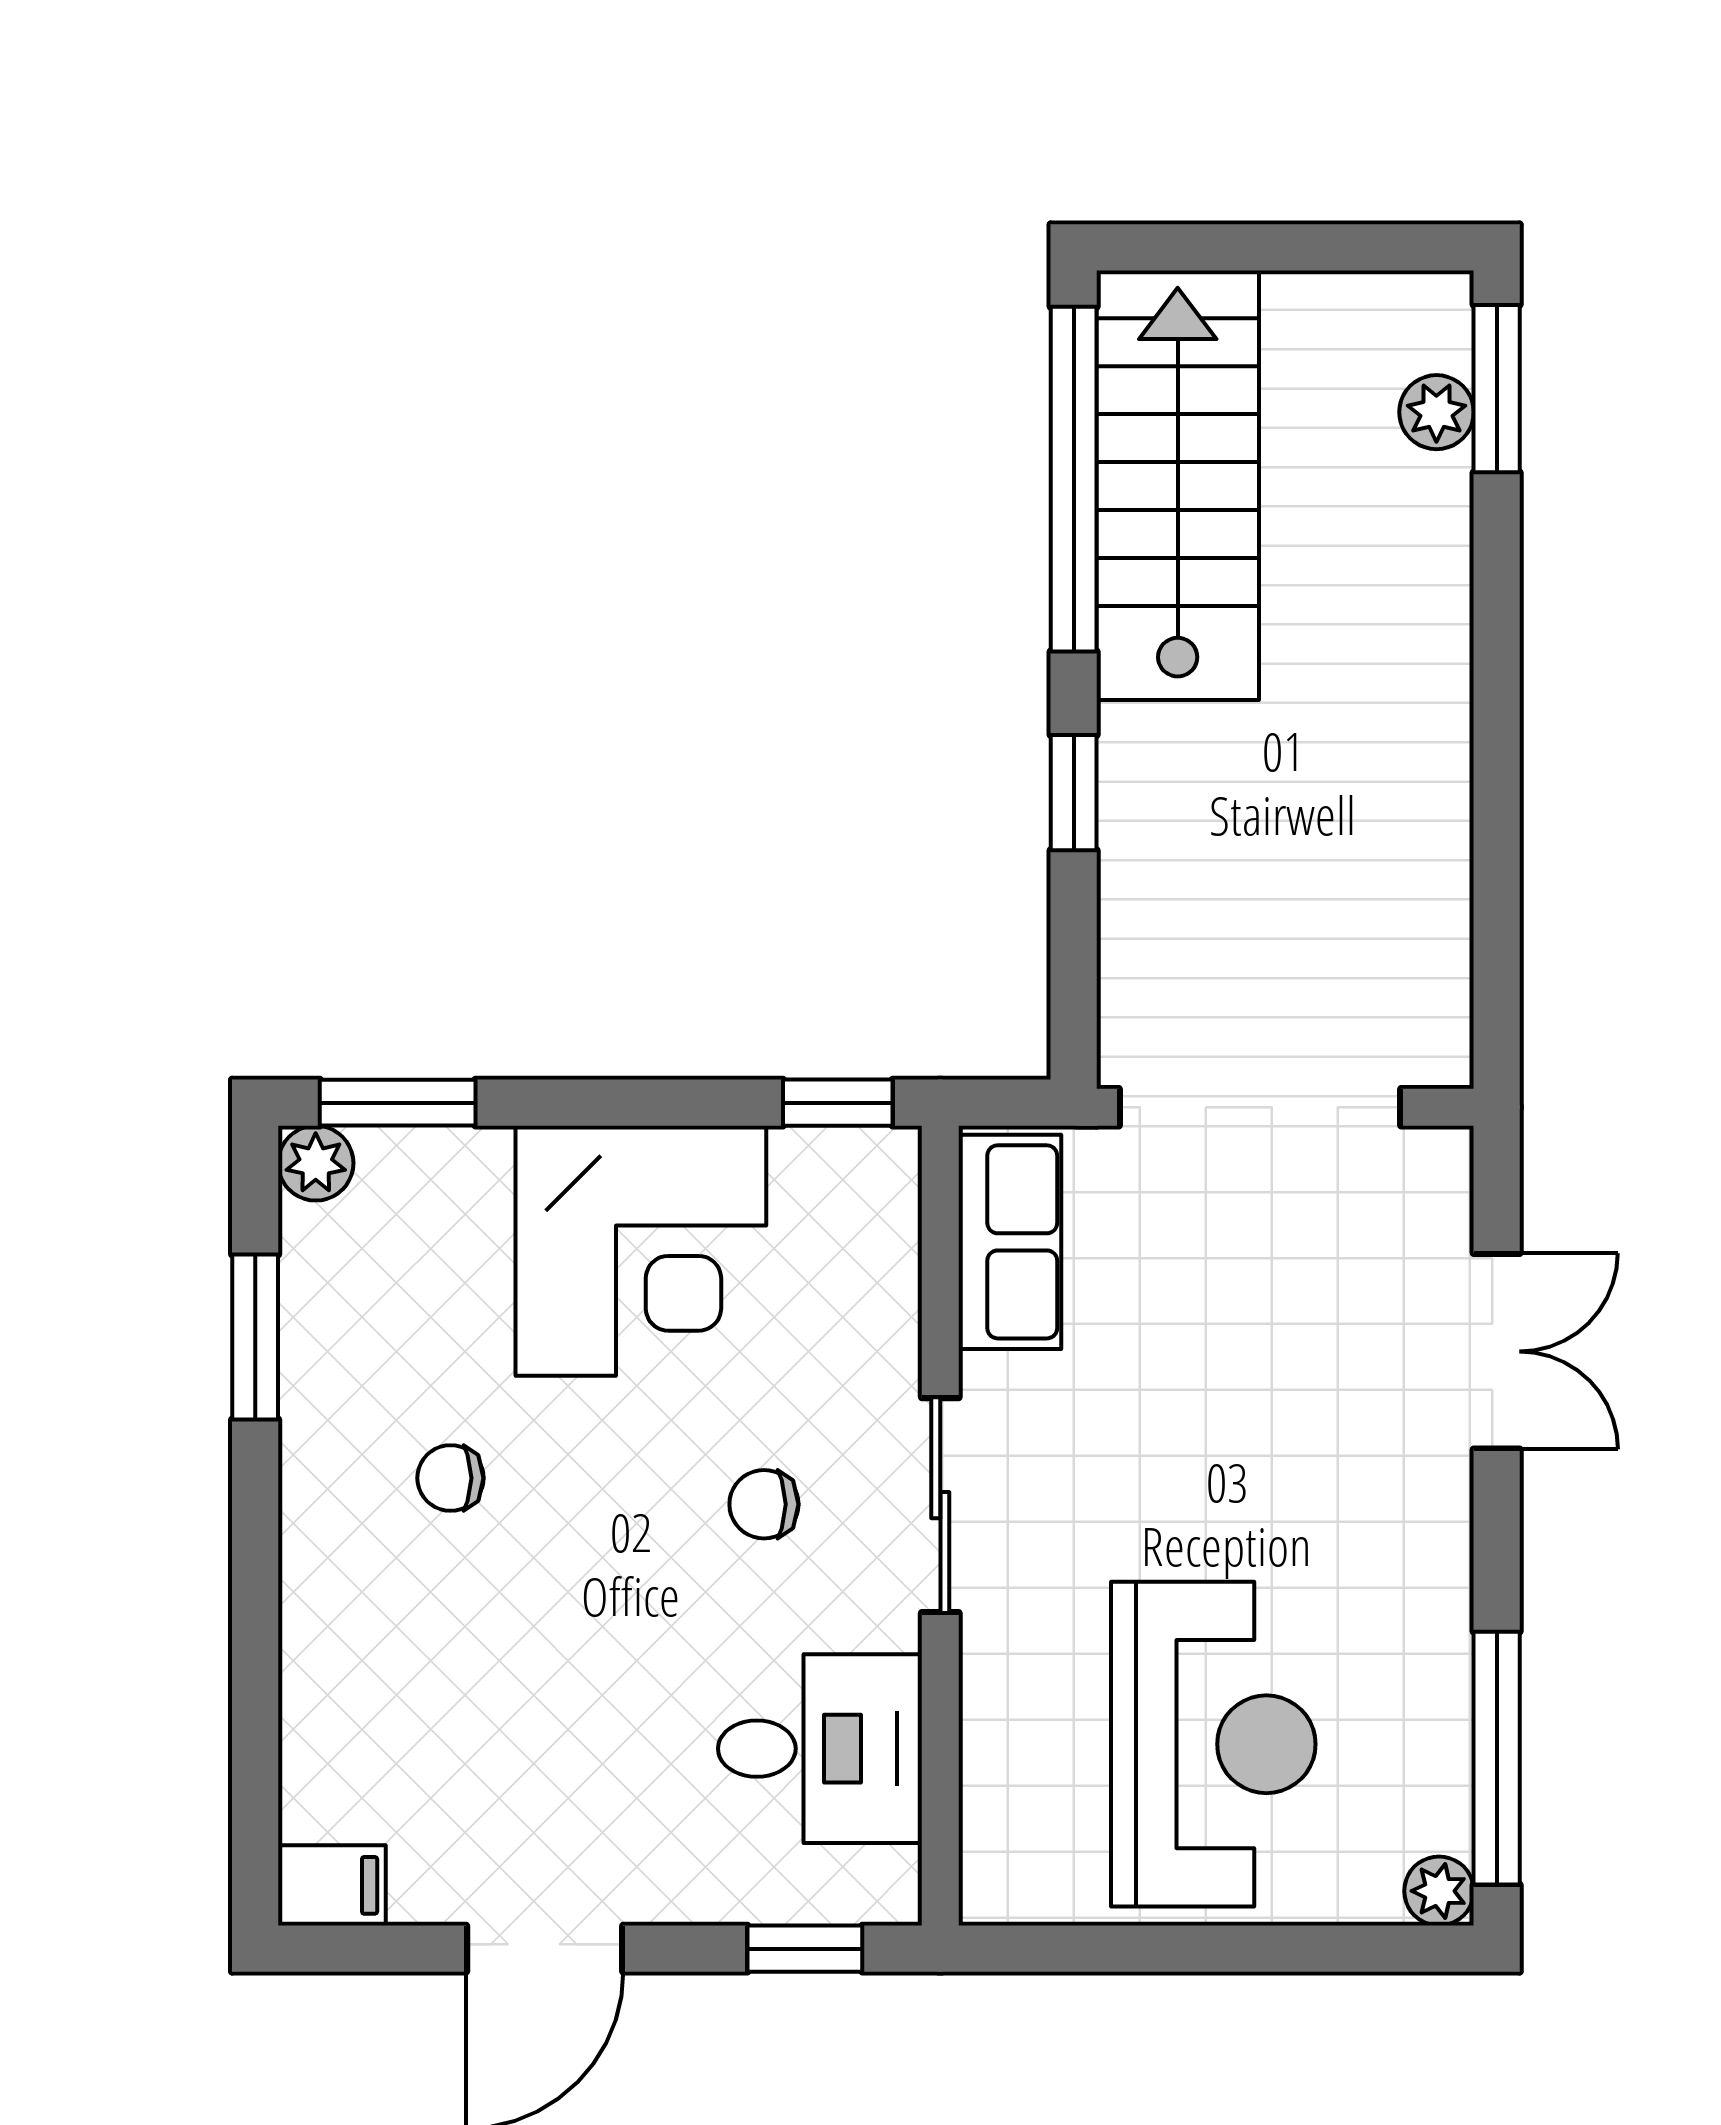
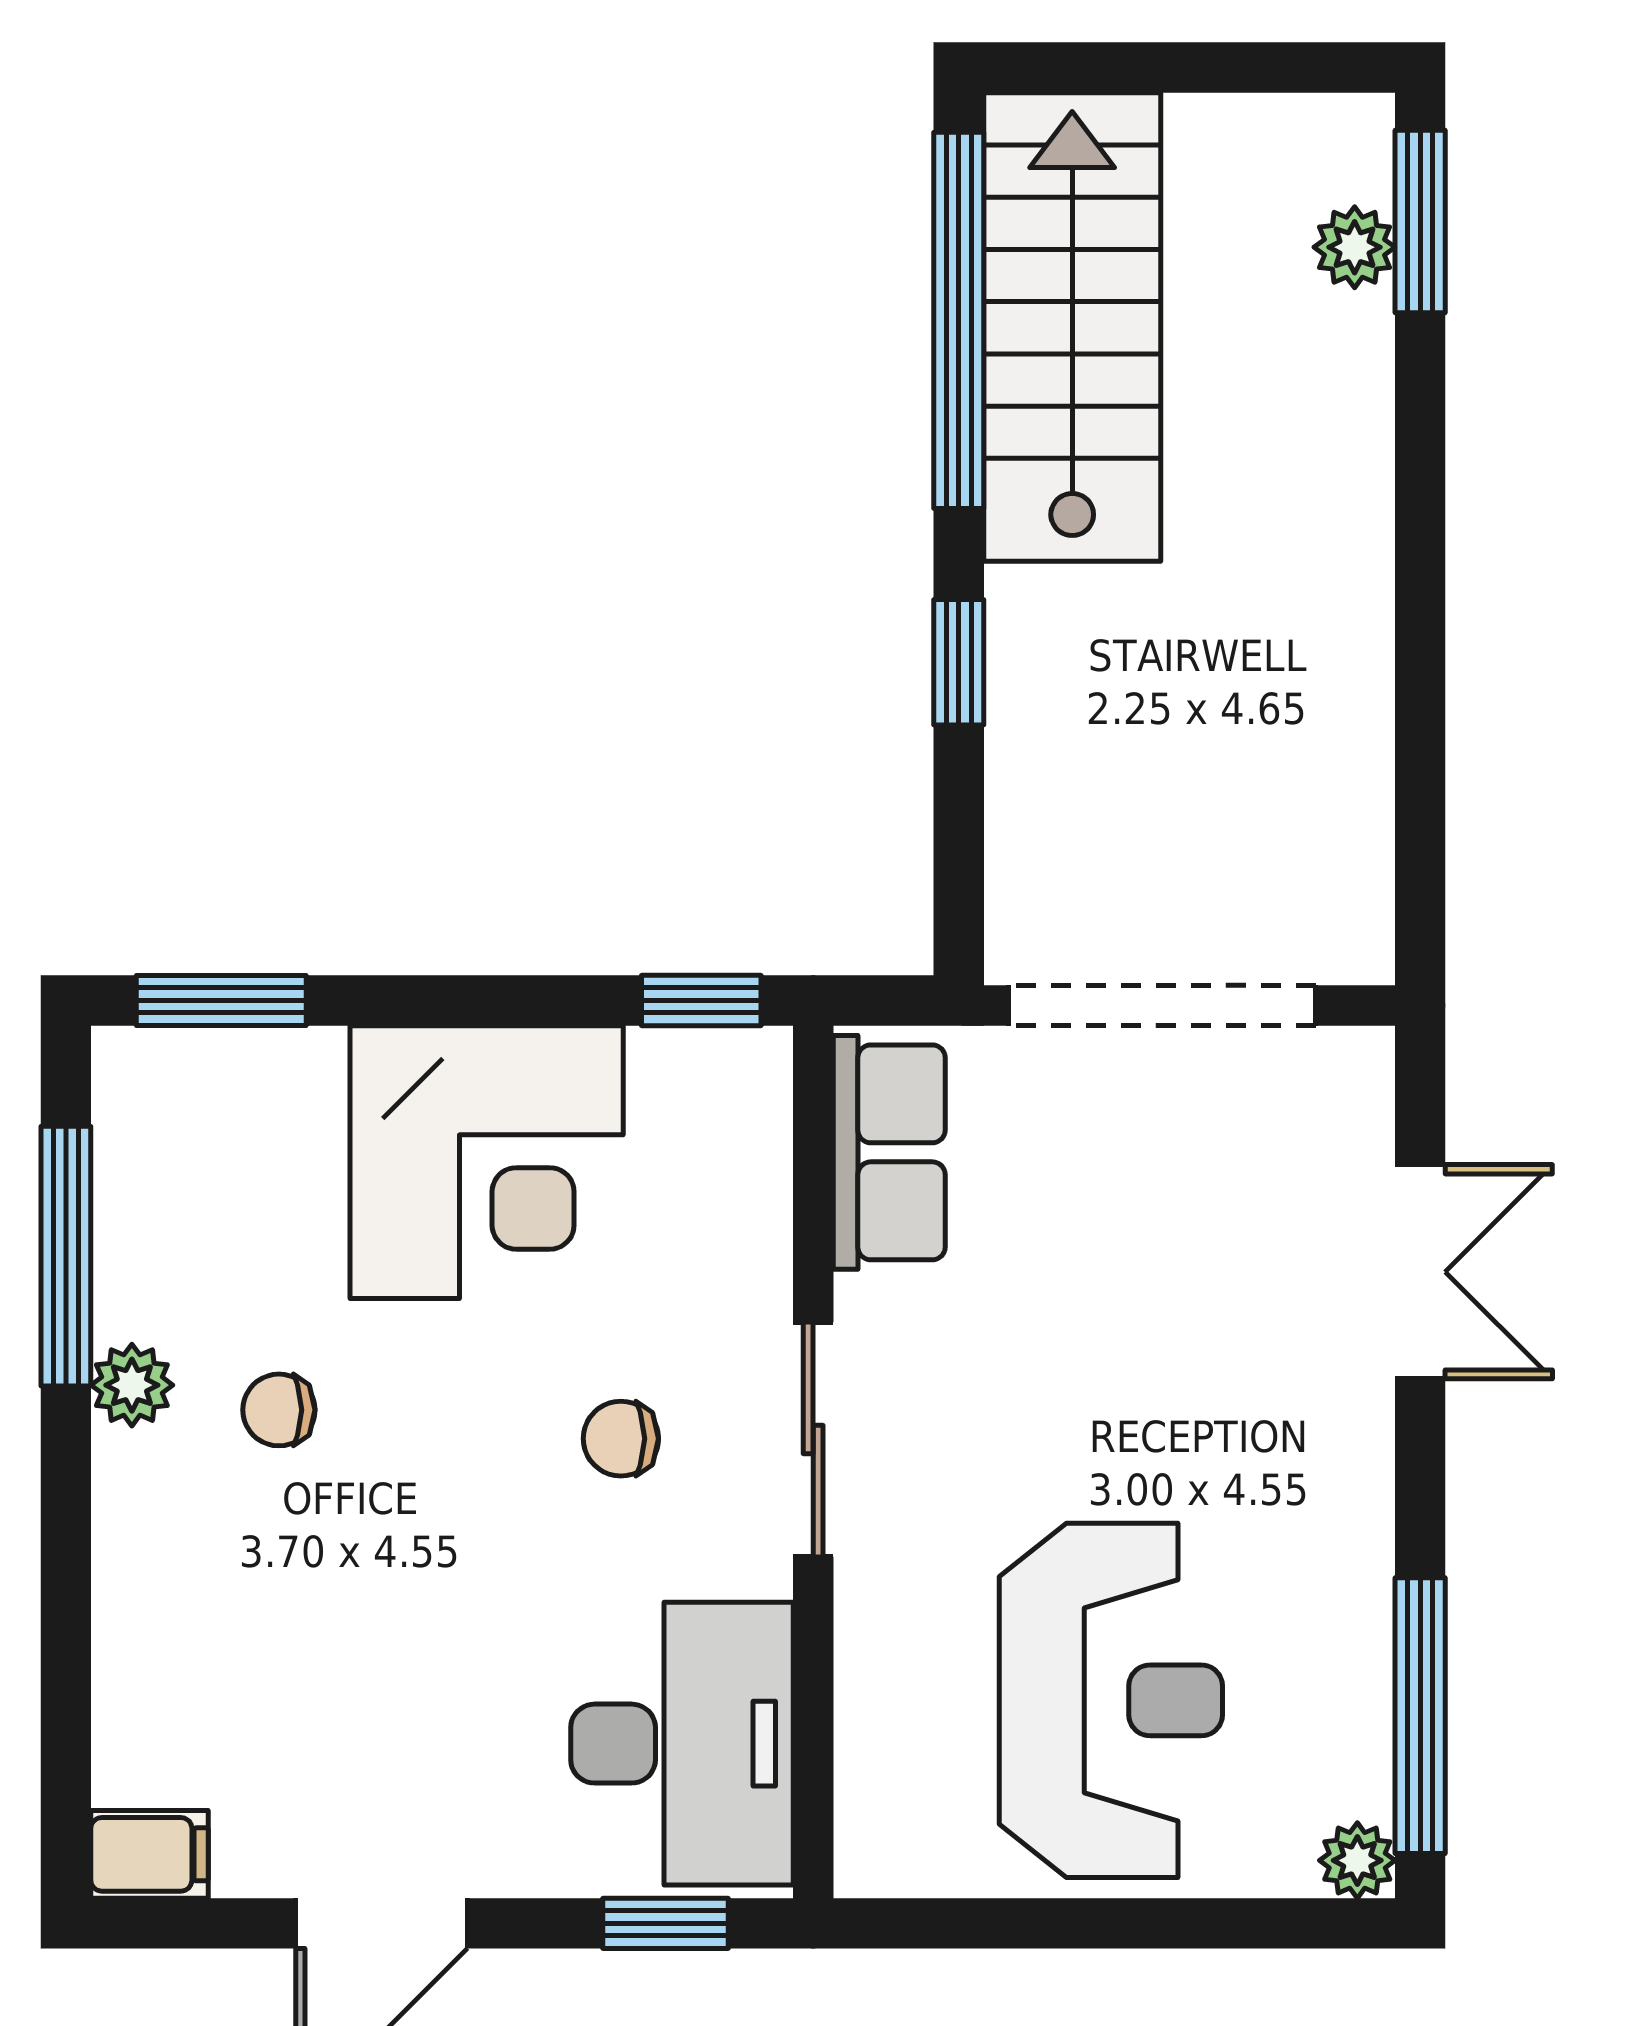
plant: (316, 1163) -> (132, 1385), moved
window: (255, 1337) -> (66, 1256), width x1.44
desk: (820, 1749) -> (682, 1744), width x1.37

